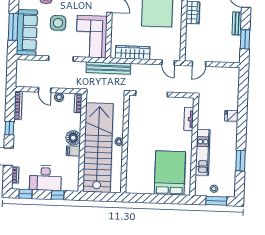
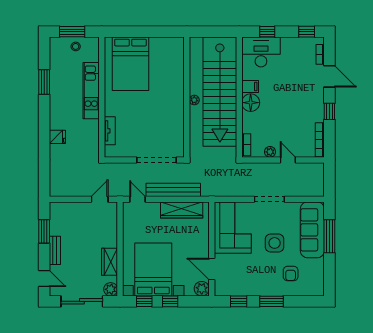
bench: (108, 68) -> (173, 190), moved
desk: (45, 178) -> (261, 52), moved

